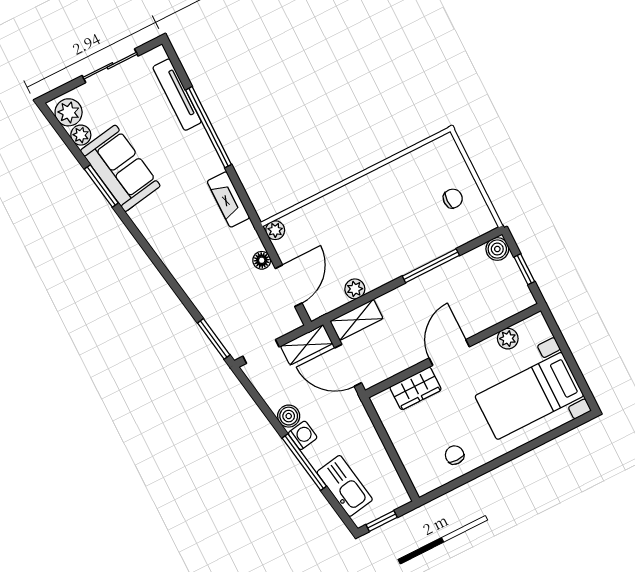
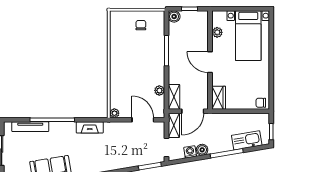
floor lamp: (262, 260) -> (125, 126), removed
wardrobe: (416, 388) -> (219, 98), moved
washing machine: (303, 435) -> (190, 152), moved
chair: (455, 455) -> (261, 103), moved

